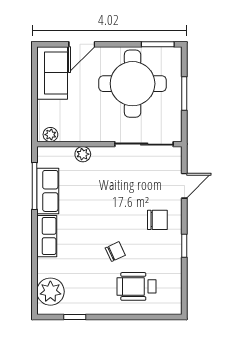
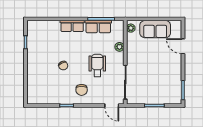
sofa: (52, 73) -> (155, 29), moved
round table: (133, 84) -> (160, 76), removed
door: (184, 186) -> (112, 105), moved
wheelchair: (136, 286) -> (97, 65), moved
plant: (50, 292) -> (40, 28), removed

